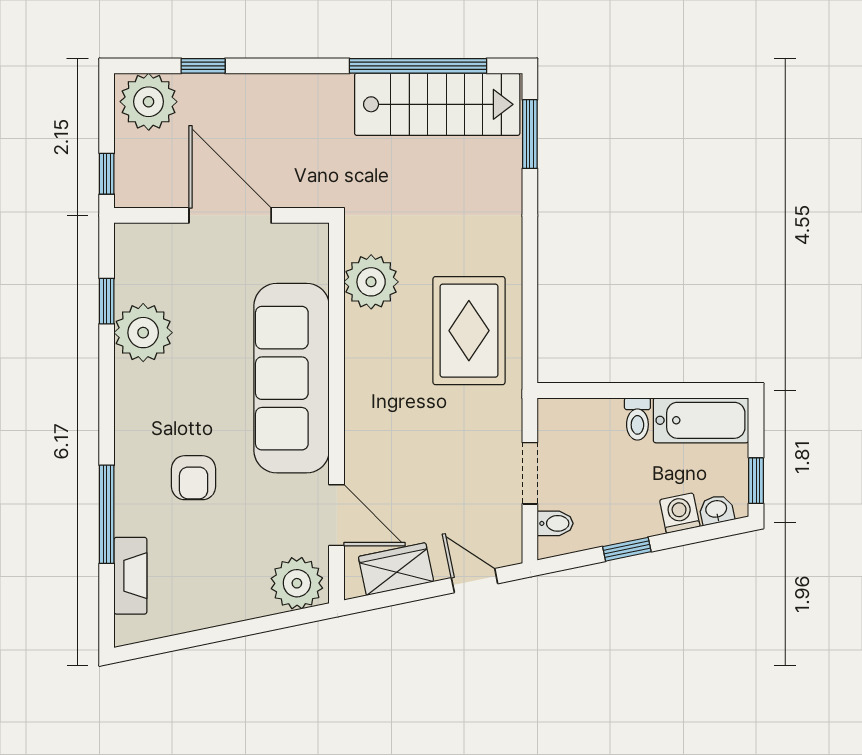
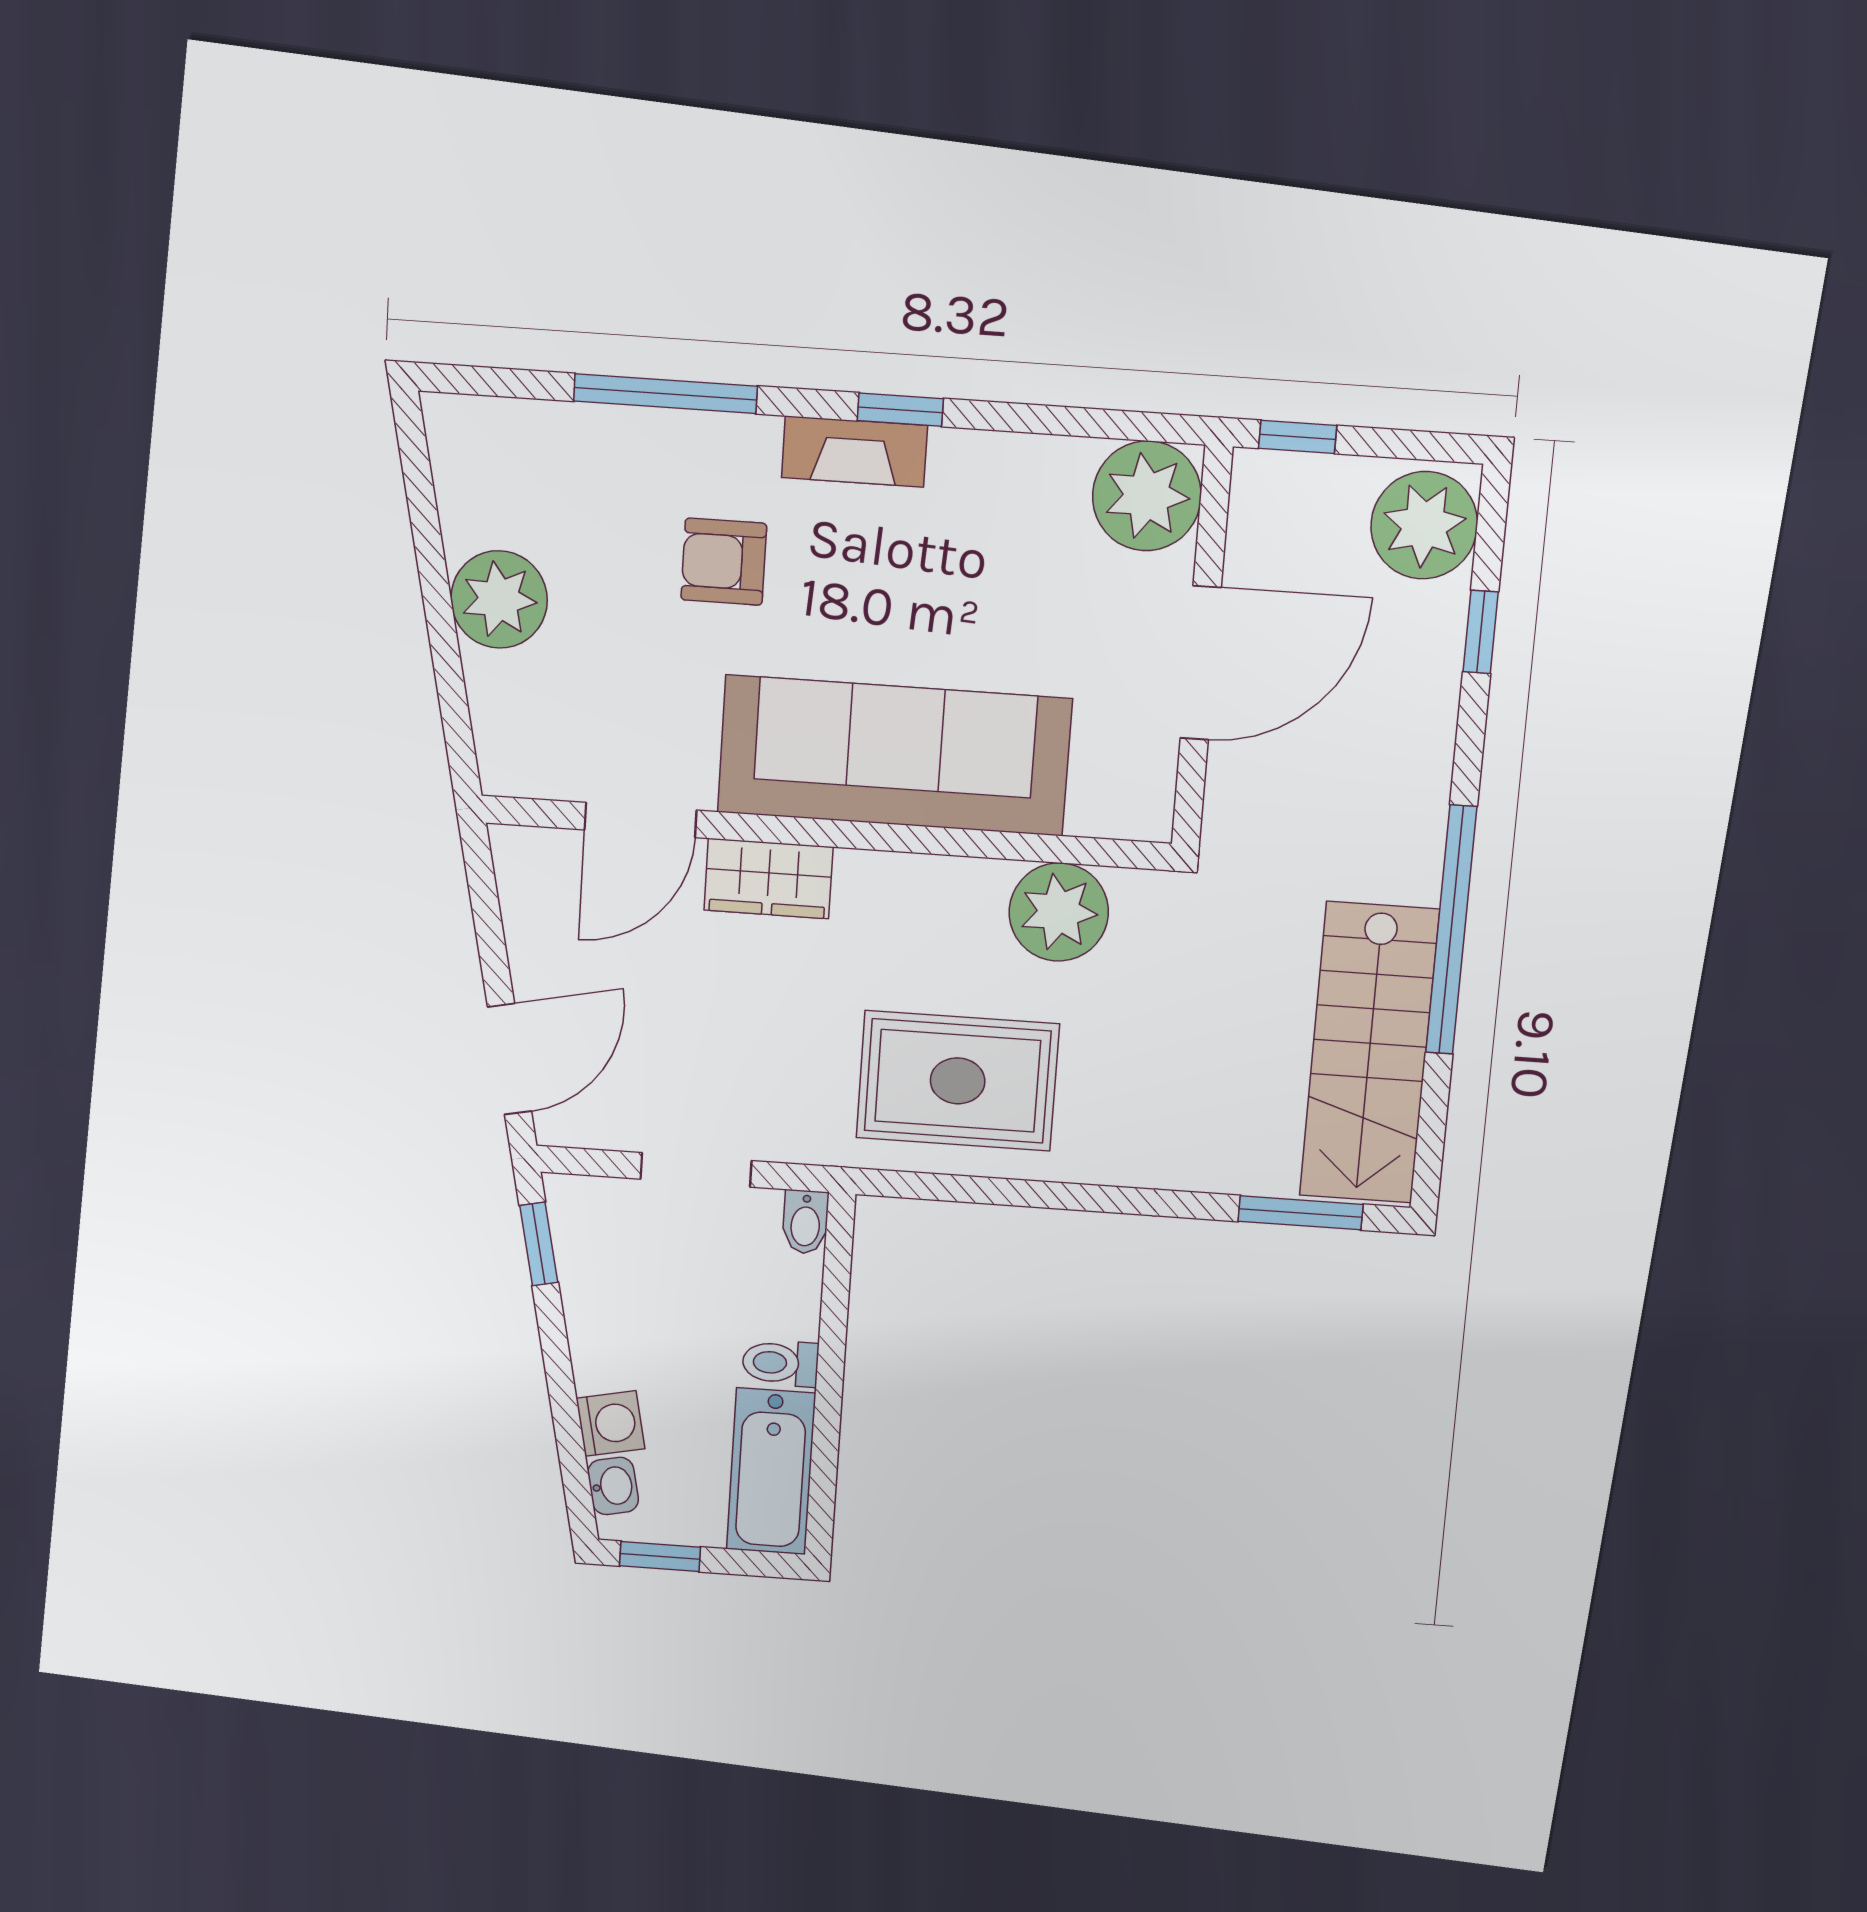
window: (418, 66) -> (1451, 930), moved
window: (107, 301) -> (900, 410), moved
plant: (143, 333) -> (1147, 496), moved
bidet: (555, 523) -> (805, 1222), moved
window: (627, 549) -> (539, 1244), moved
wardrobe: (396, 569) -> (768, 879), moved, turned 102
fireplace: (130, 576) -> (855, 452), moved
door: (475, 581) -> (510, 1059), width x1.38
plant: (297, 583) -> (499, 599), moved

